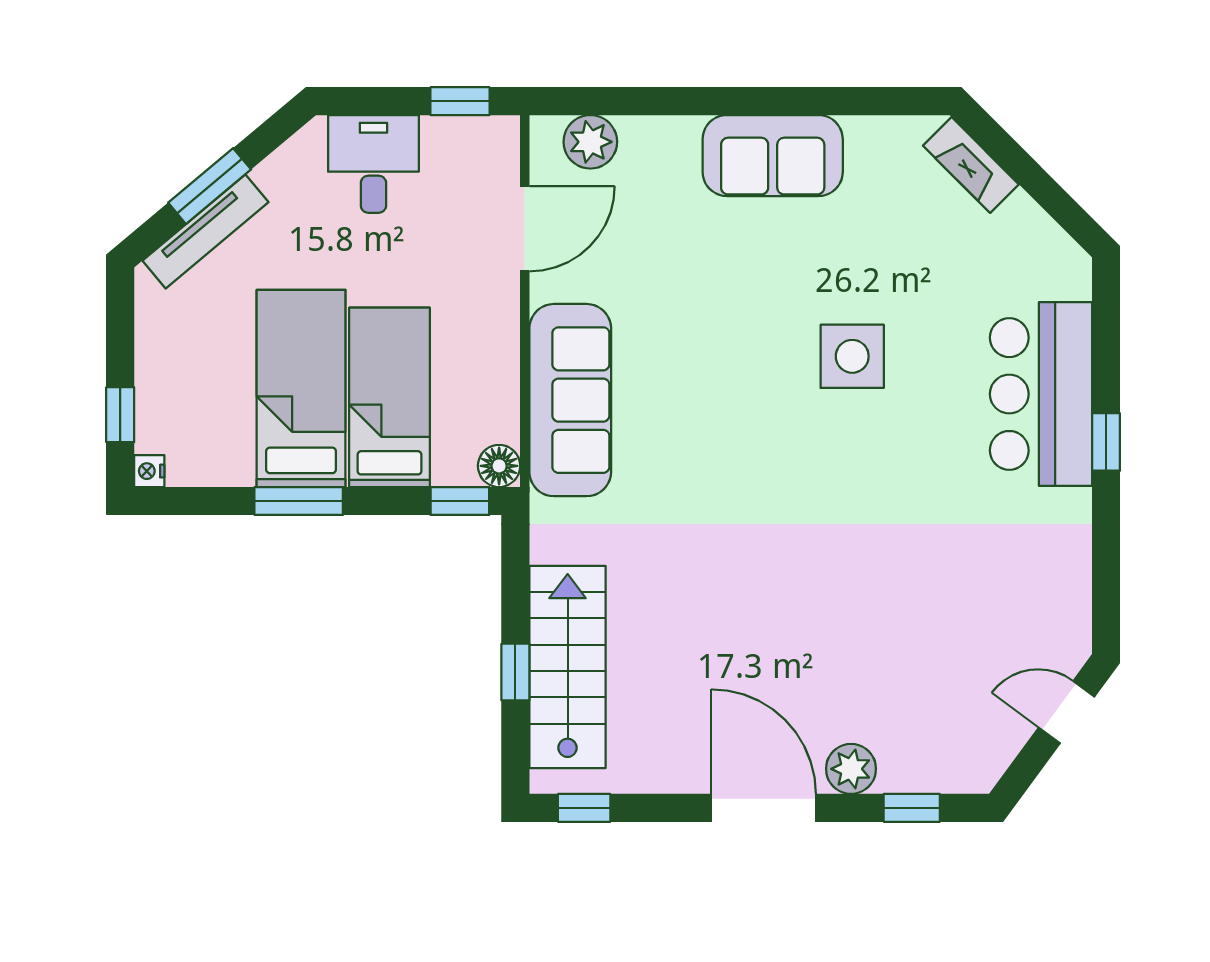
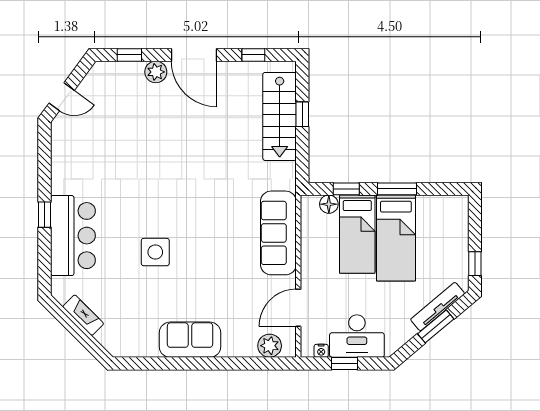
window: (460, 101) -> (344, 363), moved
desk: (373, 164) -> (357, 336), width x1.37
fireplace: (971, 165) -> (83, 315), moved
window: (120, 415) -> (475, 264), moved
floor lamp: (499, 466) -> (329, 204), moved
nightstand: (149, 471) -> (321, 351), moved, turned 90
window: (460, 501) -> (346, 189), moved
window: (584, 808) -> (253, 55), moved

